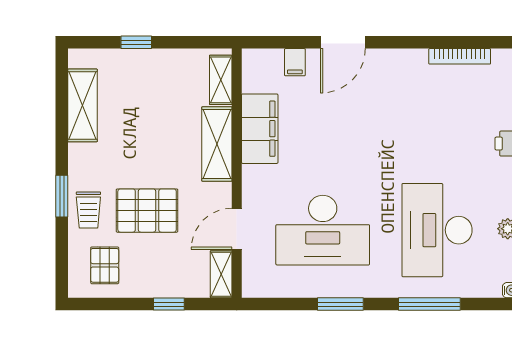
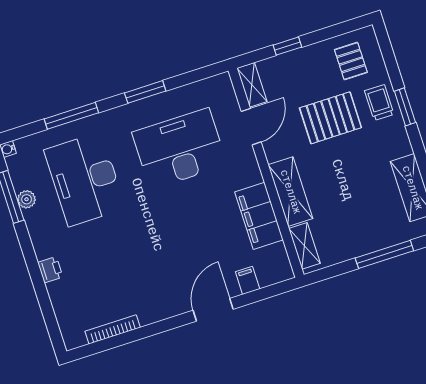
window: (136, 42) -> (384, 254), width x2.17
desk: (437, 230) -> (85, 179), turned 180

